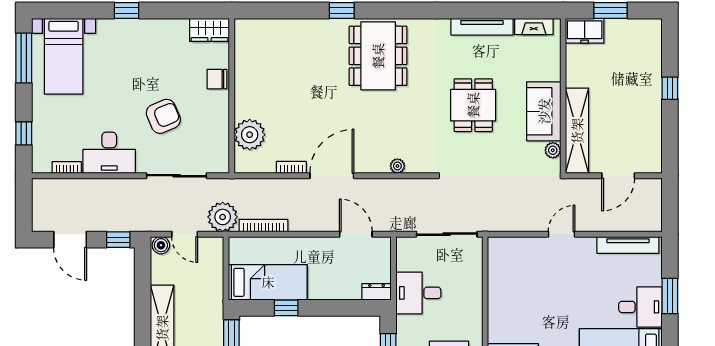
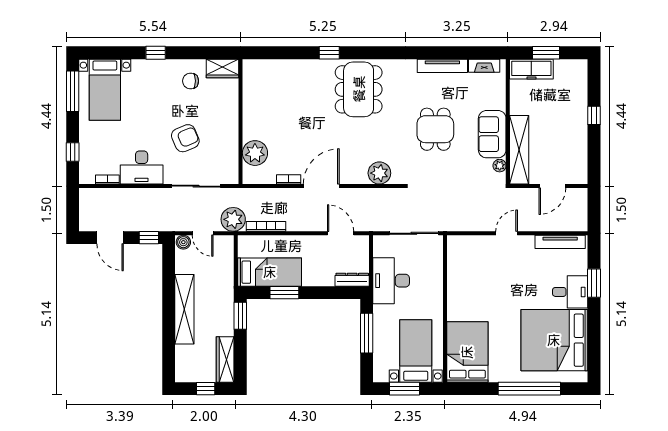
freezer: (585, 31) -> (531, 69), width x1.40
chair: (217, 79) -> (191, 81), moved
plant: (397, 166) -> (379, 173), width x1.87, depth x1.87
dresser: (377, 292) -> (352, 280), width x1.44
desk: (418, 293) -> (391, 281), width x1.37
window: (286, 308) -> (284, 293), width x1.50

